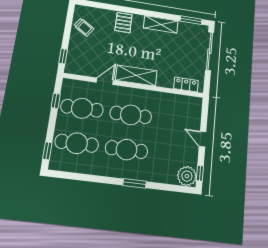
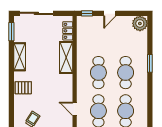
shelving: (136, 75) -> (66, 58), moved
door: (105, 81) -> (75, 109), moved
window: (200, 173) -> (87, 13), moved

